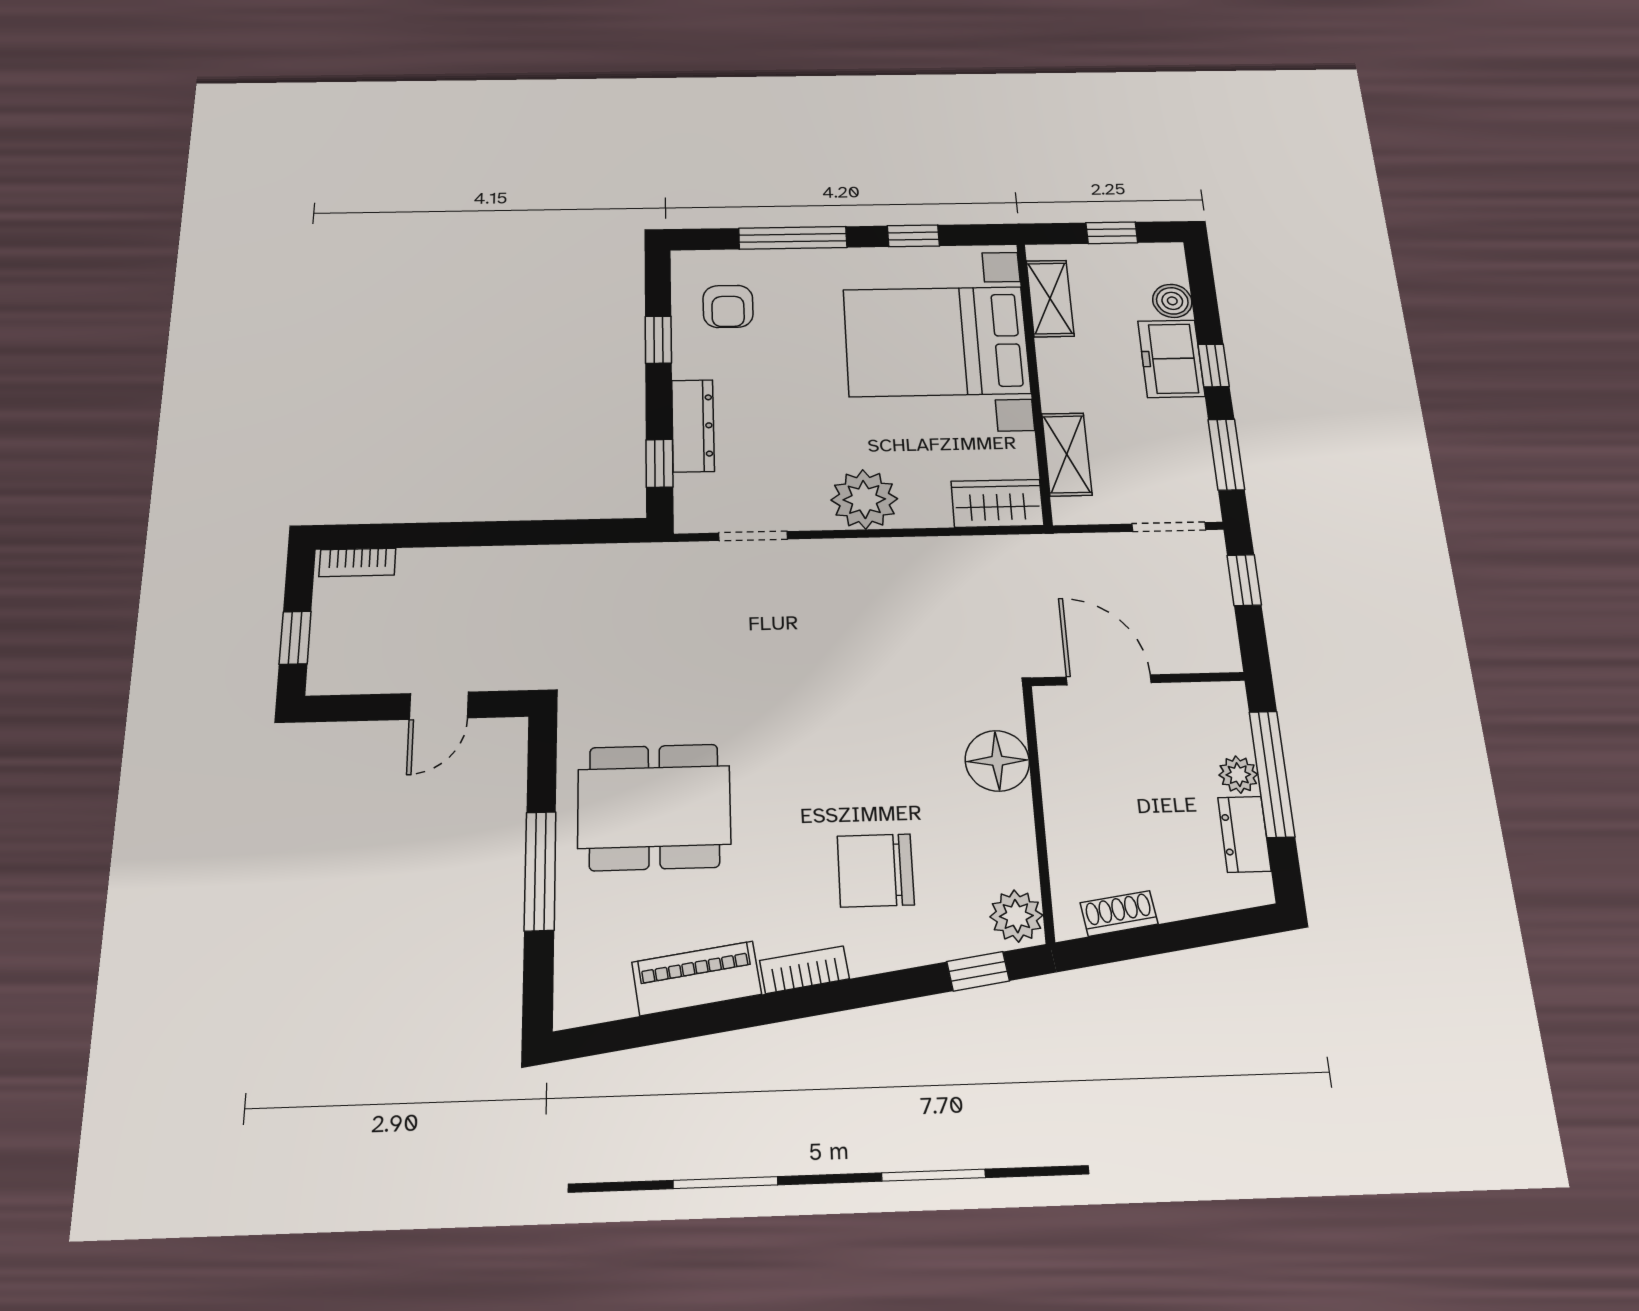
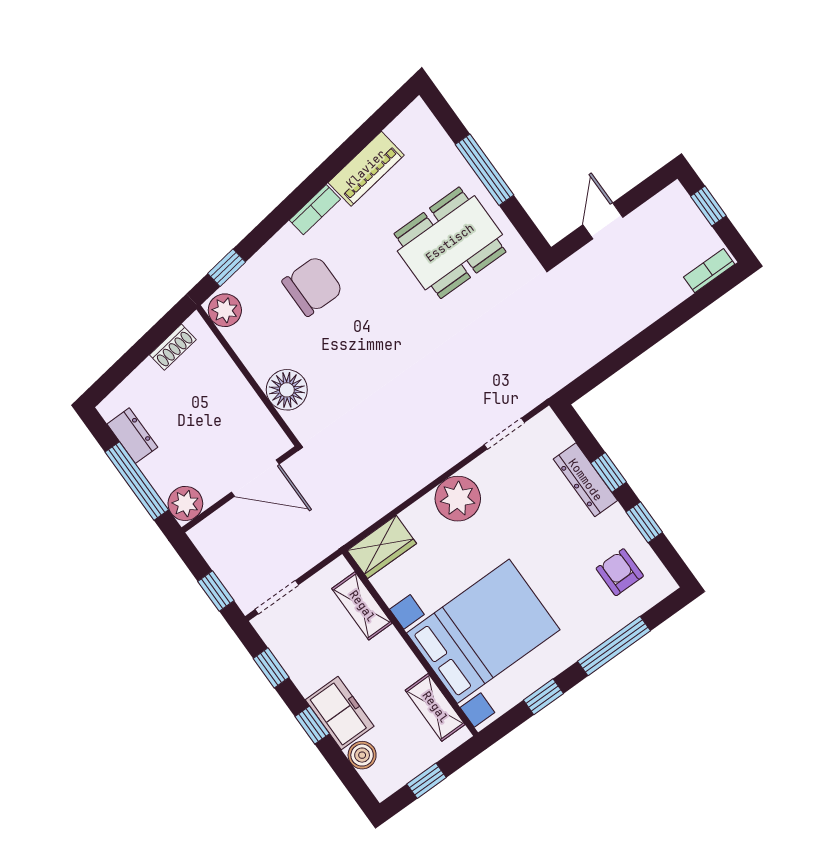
window: (1226, 454) -> (271, 668), width x0.67
window: (659, 463) -> (609, 472), moved
plant: (1238, 775) -> (185, 503), moved, width x1.38, depth x1.38

